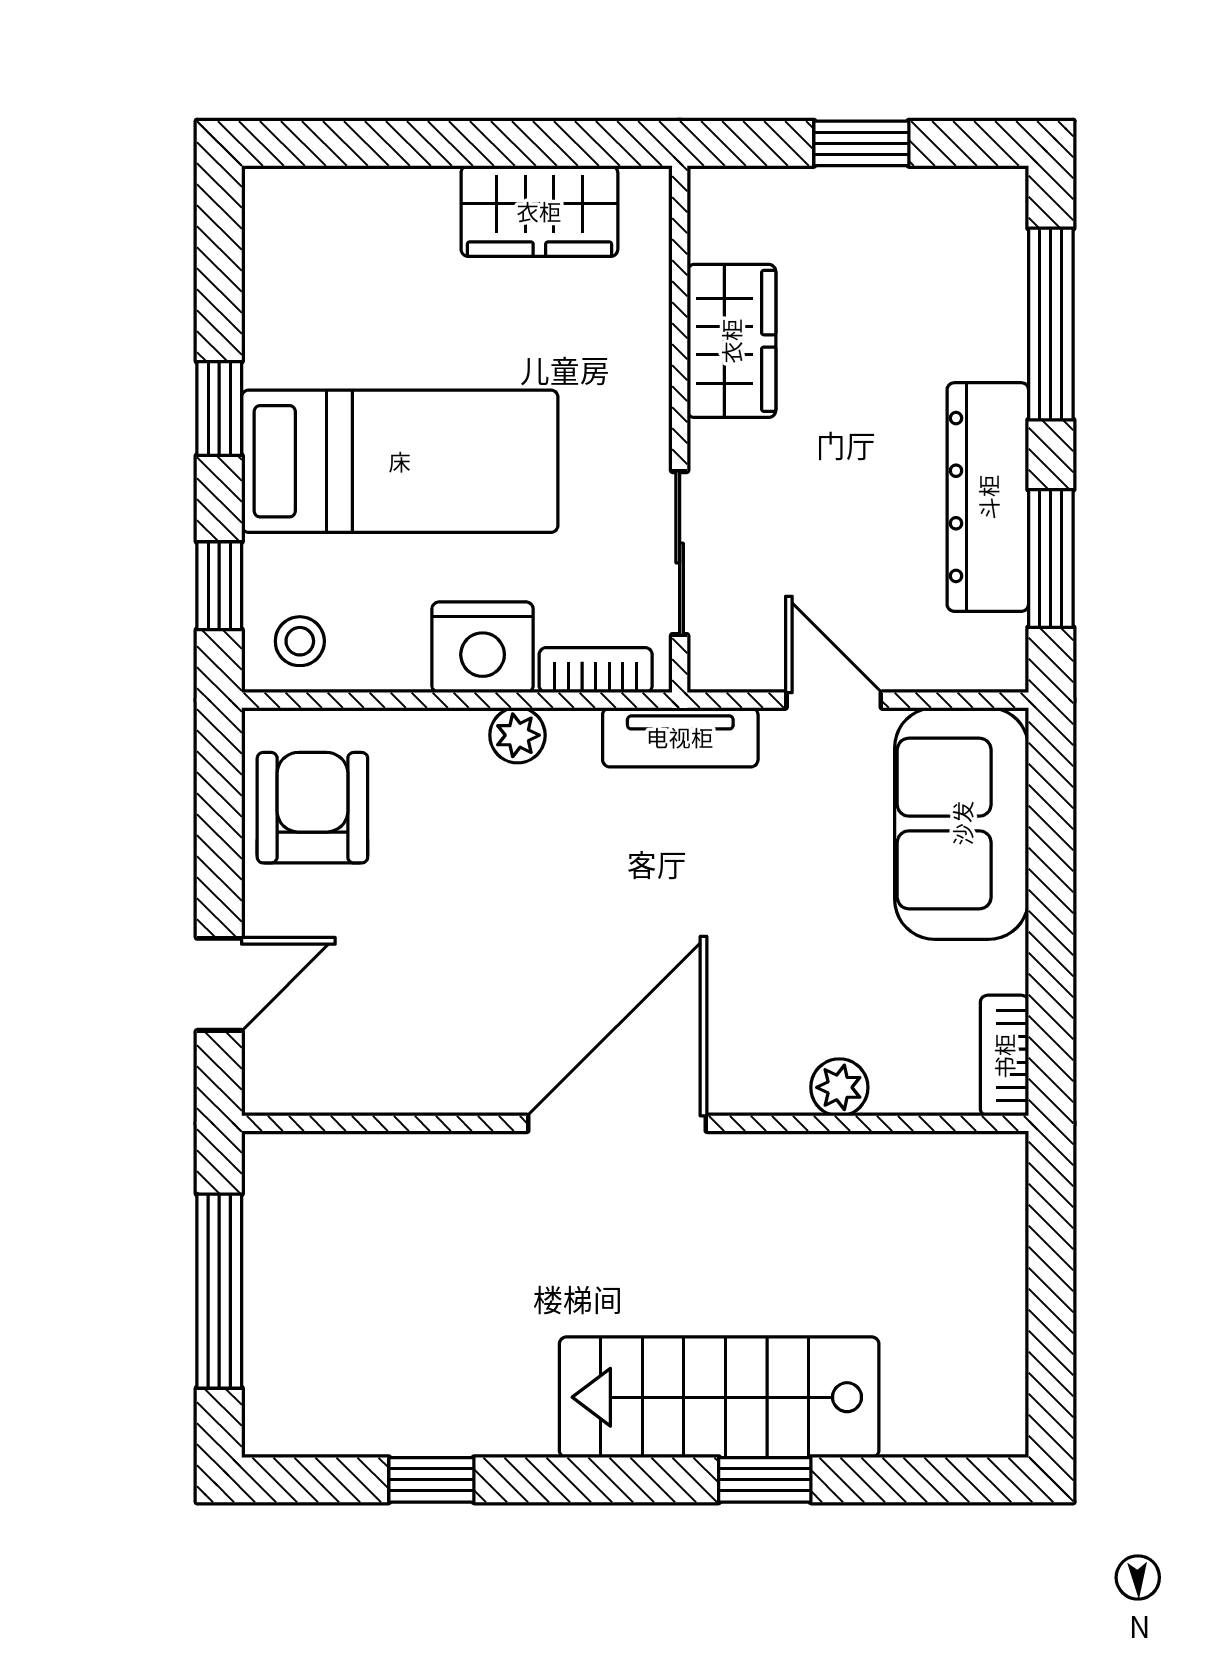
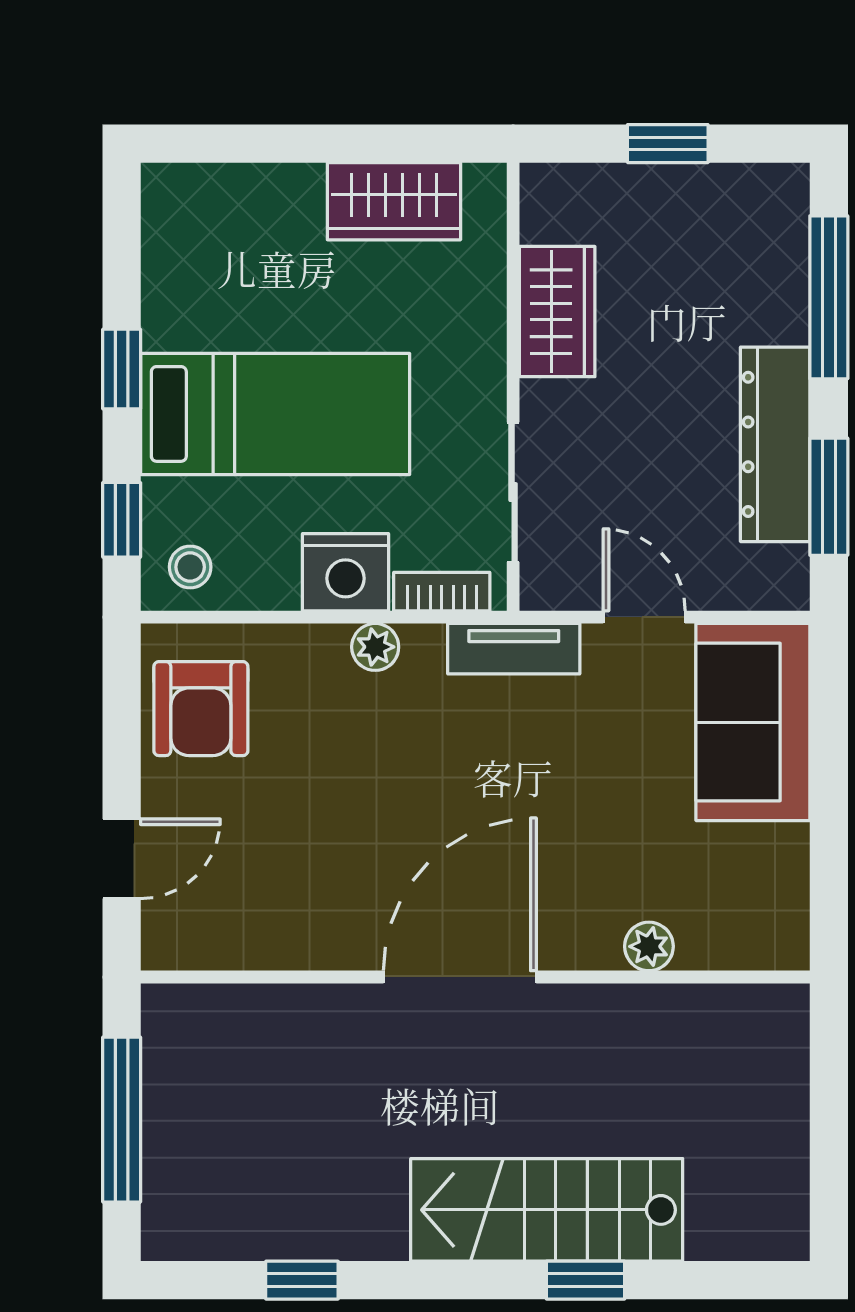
armchair: (312, 808) -> (201, 709), turned 180
bookcase: (1004, 1056) -> (789, 919), removed

